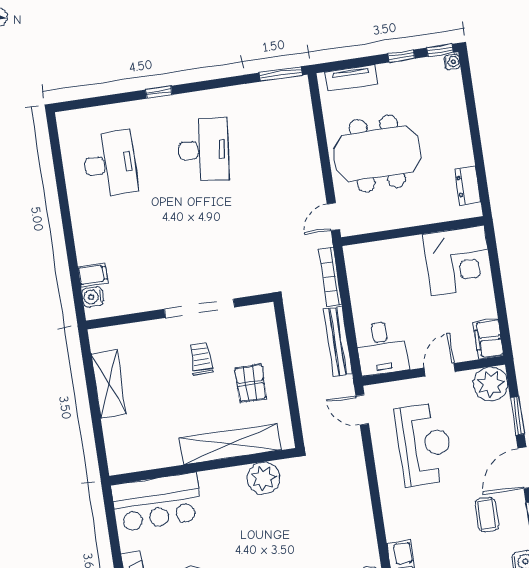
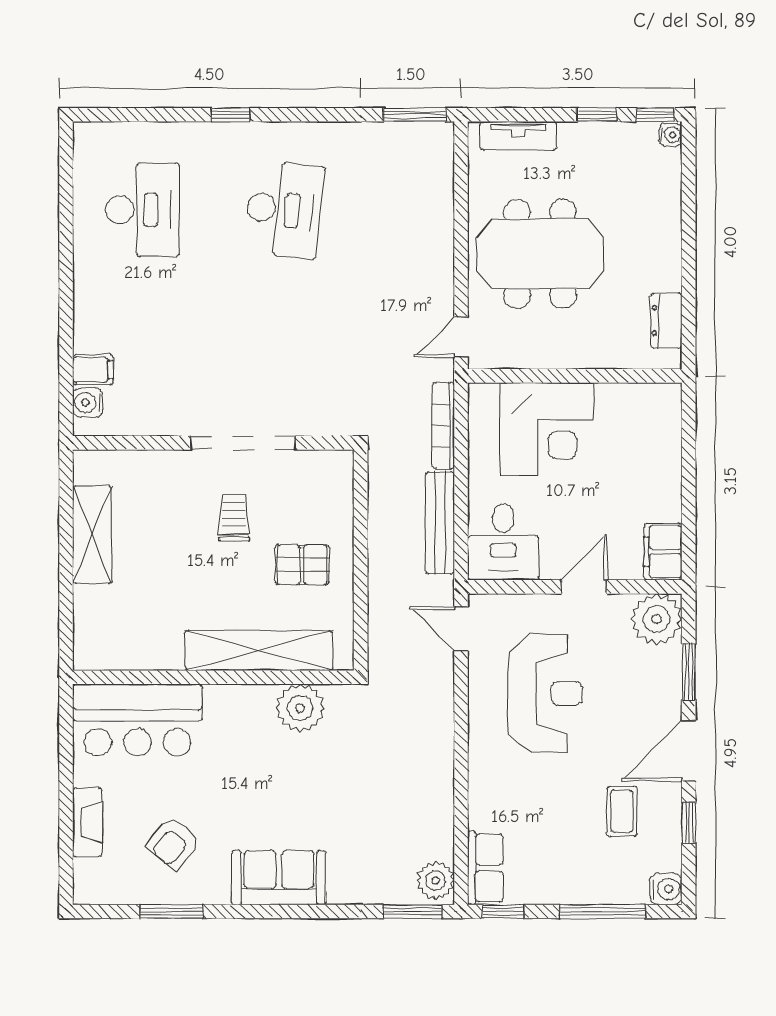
corner desk: (458, 260) -> (547, 429), moved
pallet: (251, 383) -> (302, 565), turned 90

